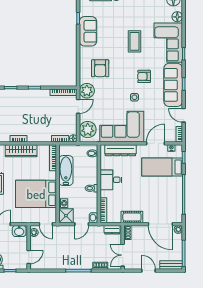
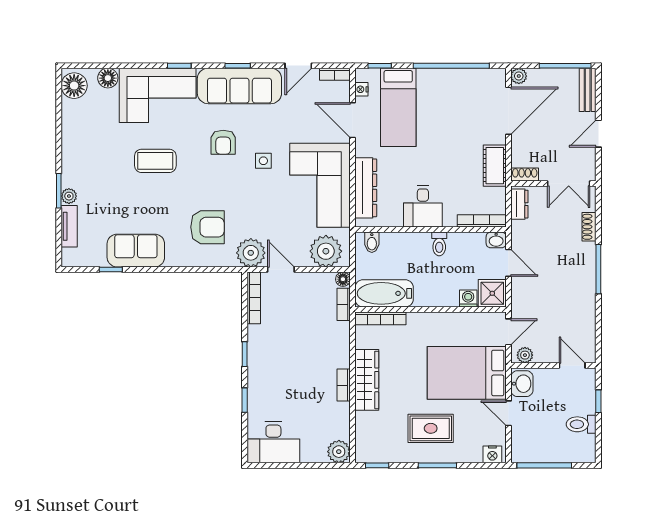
bathtub: (66, 171) -> (384, 293), moved
bed: (36, 194) -> (467, 373), moved, turned 90

